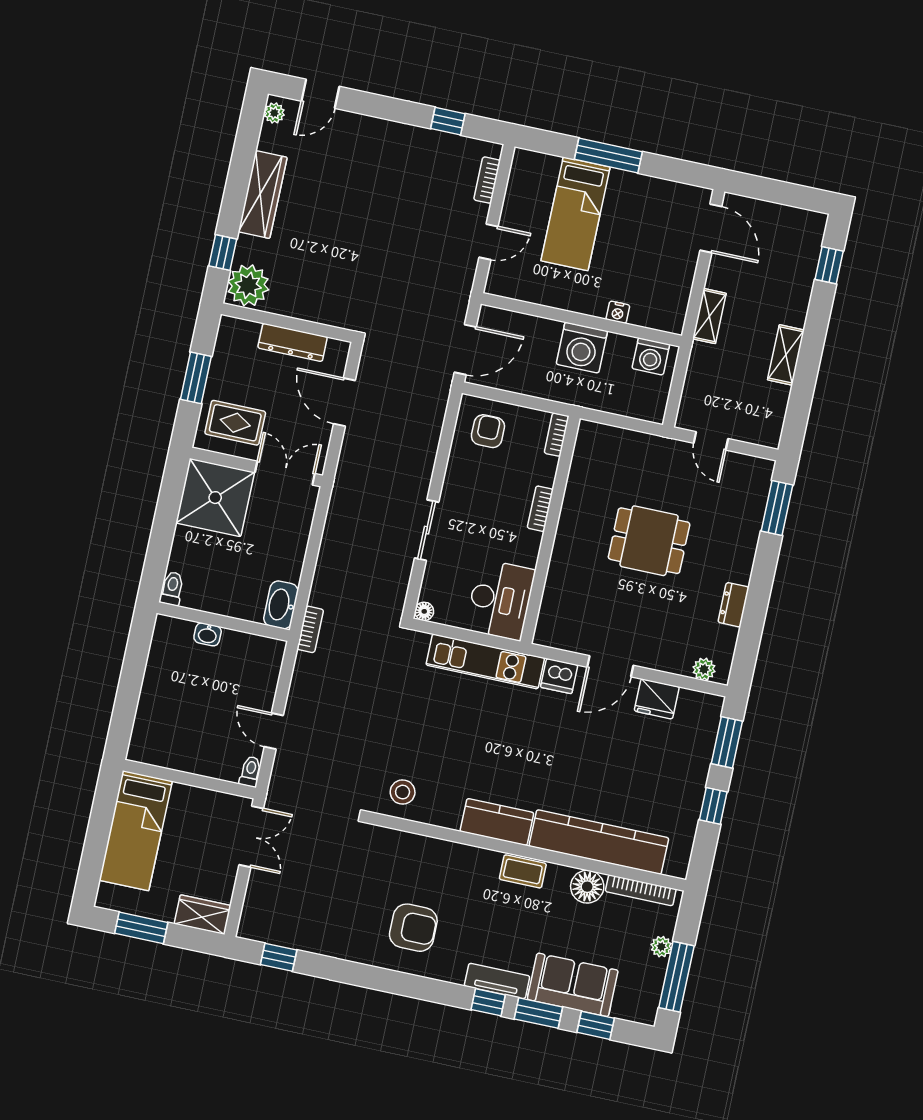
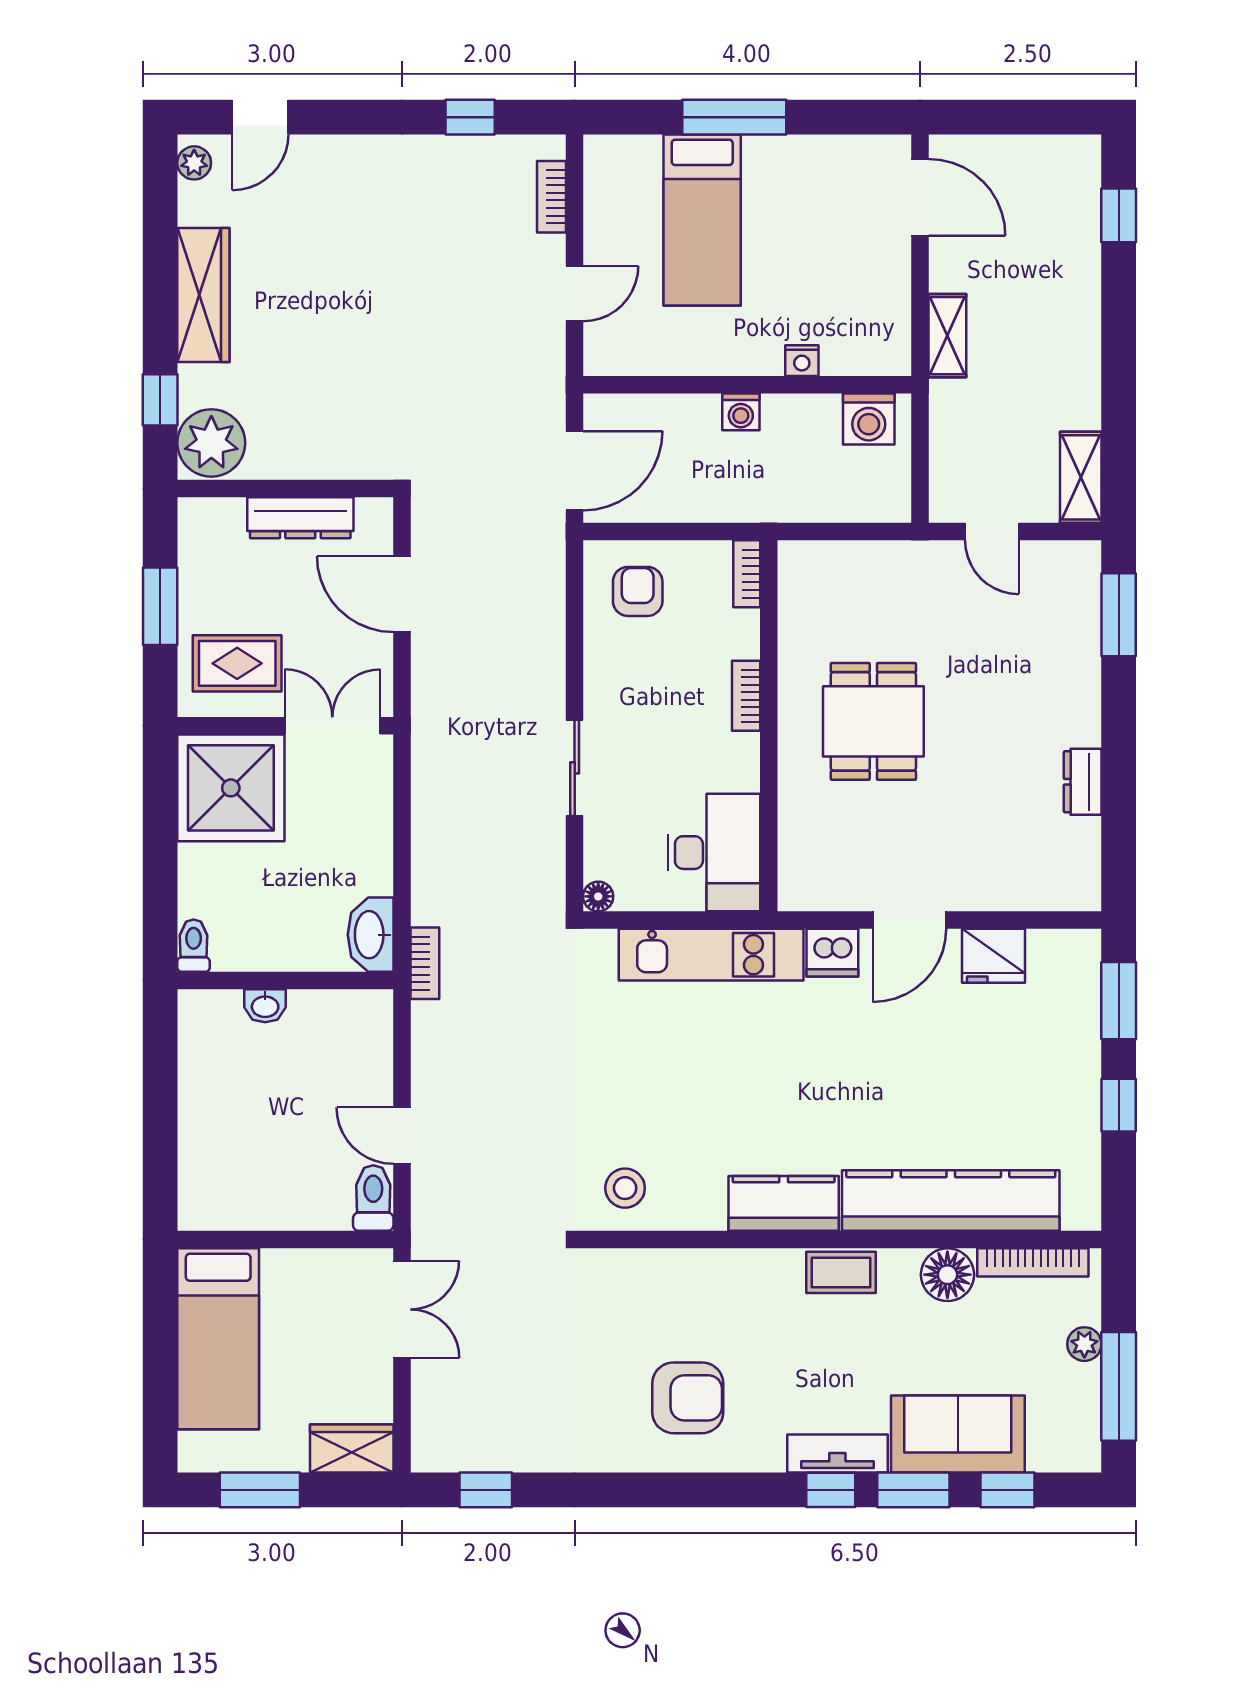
washing machine: (582, 348) -> (741, 412), width x0.53, depth x0.53
shelving: (786, 355) -> (1081, 477), moved
dining table: (649, 541) -> (873, 721), moved, turned 90
plant: (704, 669) -> (1058, 893), removed
toilet: (250, 772) -> (373, 1198), width x1.37, depth x1.39

